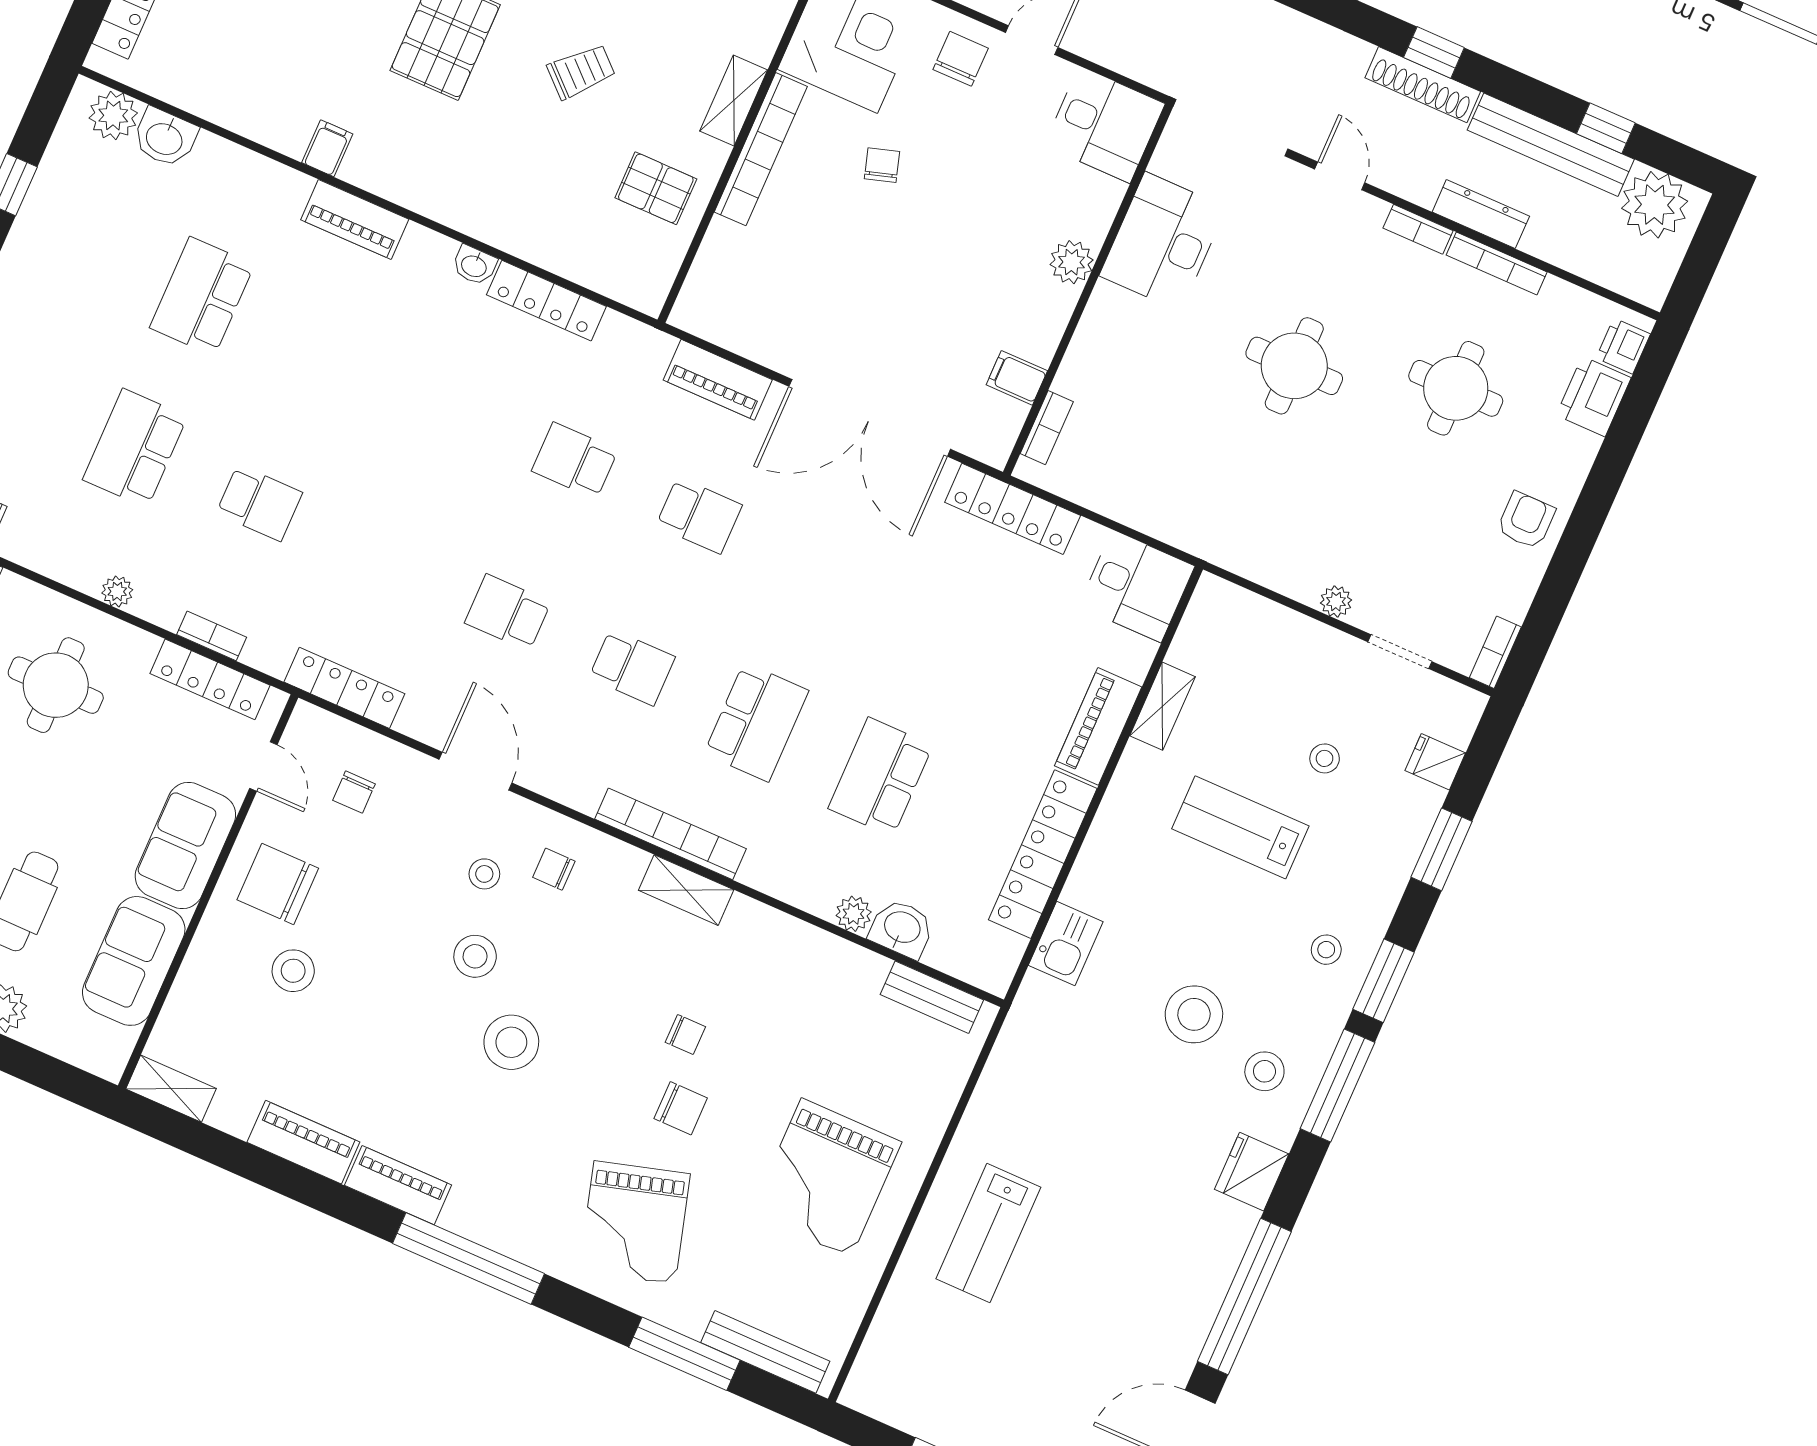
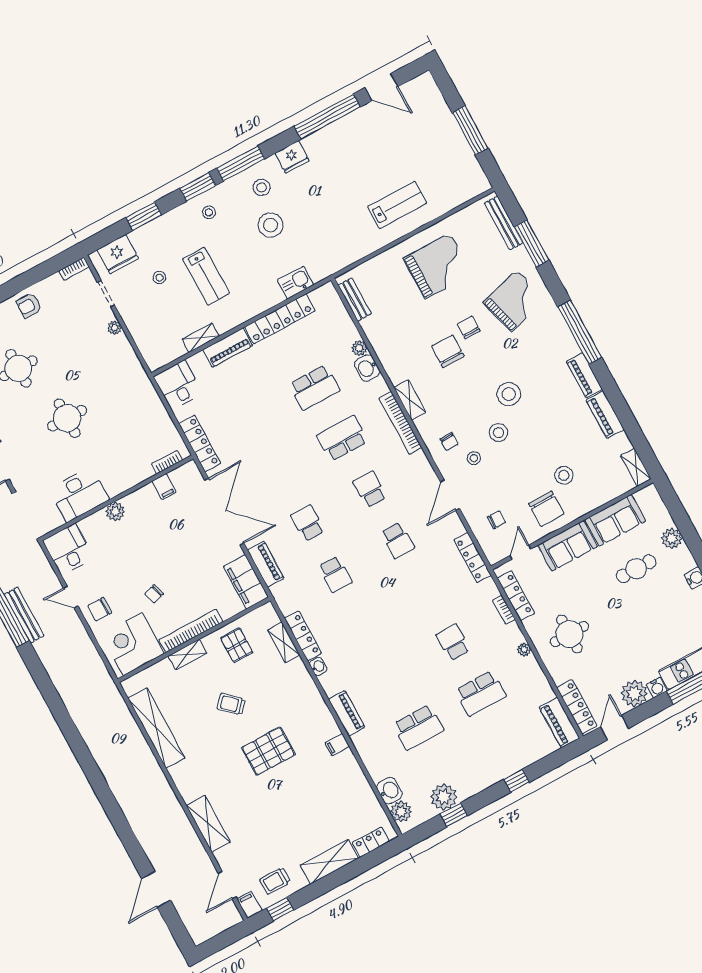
plant: (55, 203) -> (444, 797), added
shelving: (573, 261) -> (284, 642), added
filing cabinet: (729, 319) -> (246, 582), added
fridge: (1435, 762) -> (118, 254), width x1.88, depth x1.34
washbasin: (902, 928) -> (367, 368), moved
chair: (685, 1034) -> (448, 351), width x1.87, depth x1.87

